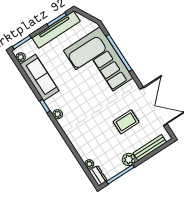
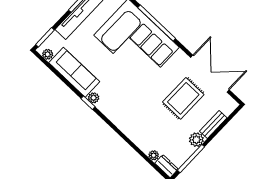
plant: (58, 114) -> (94, 98), moved
rug: (126, 122) -> (183, 98), width x1.36, depth x1.43
bench: (150, 148) -> (213, 124), width x0.73

